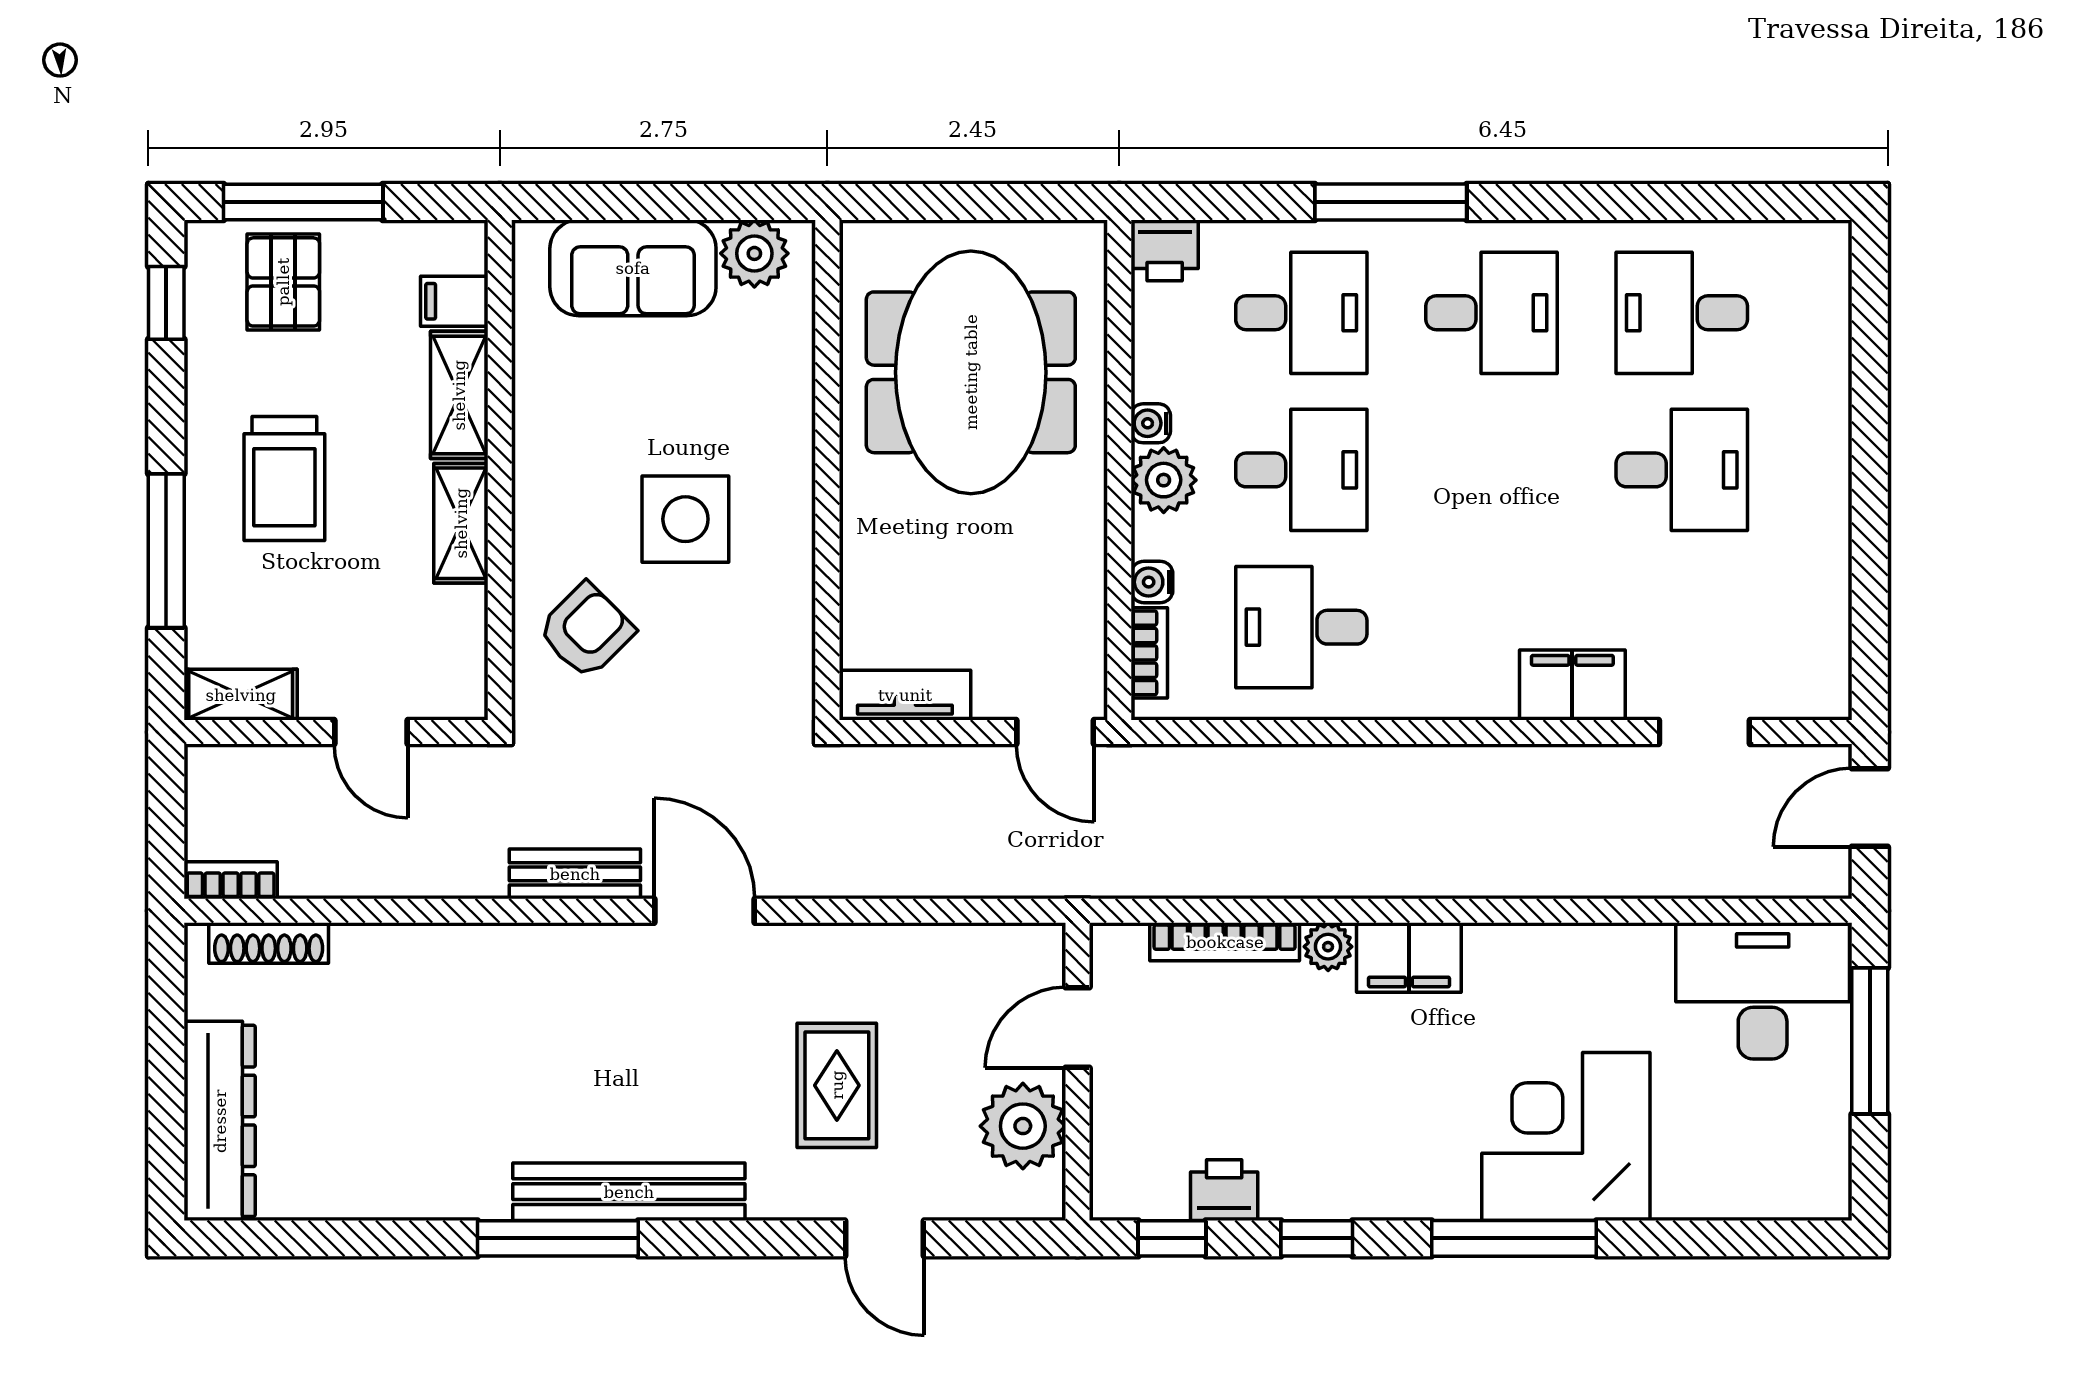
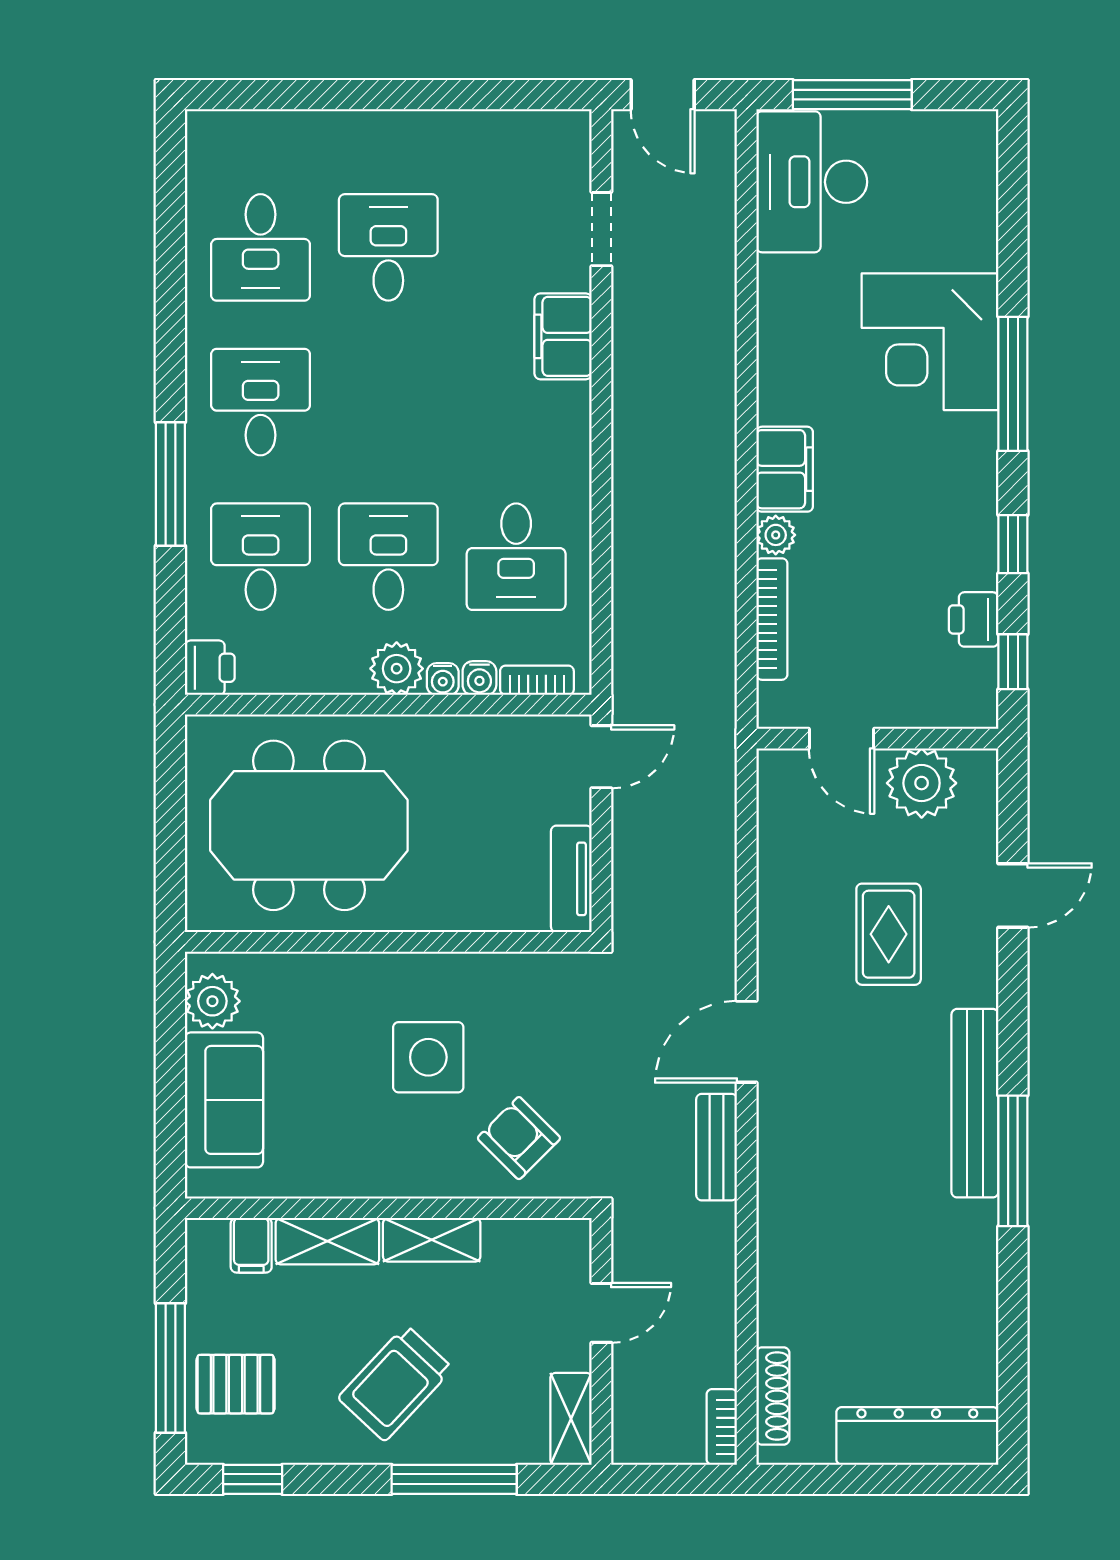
water cooler: (1151, 423) -> (443, 679), moved
trolley: (284, 479) -> (395, 1383), turned 133
rug: (837, 1085) -> (889, 934), turned 90

